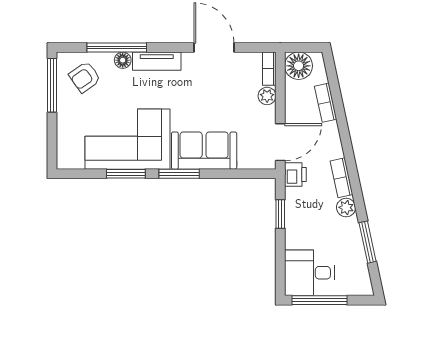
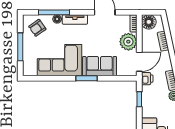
window: (52, 85) -> (20, 47), moved
plant: (267, 96) -> (128, 42), width x1.87, depth x1.87
window: (126, 174) -> (59, 78), removed

